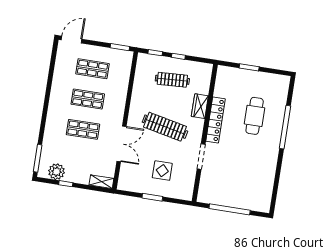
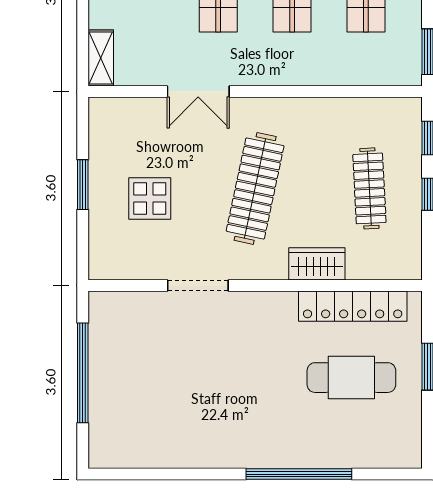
cafe table: (255, 116) -> (351, 378), moved
locker: (216, 120) -> (353, 306), moved
double door: (121, 144) -> (198, 91), width x0.73

